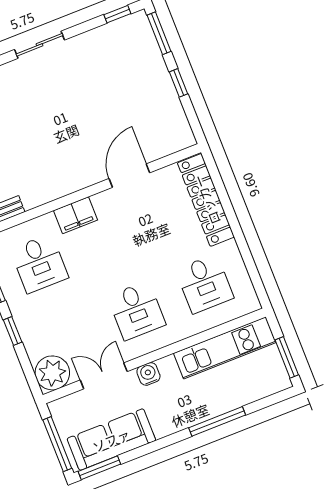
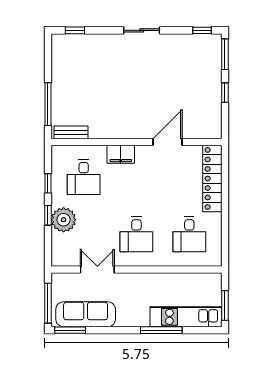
kitchen unit: (225, 348) -> (186, 317), moved, turned 180
plant: (52, 373) -> (64, 220), moved
water cooler: (148, 374) -> (128, 280), removed

